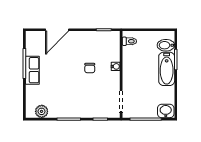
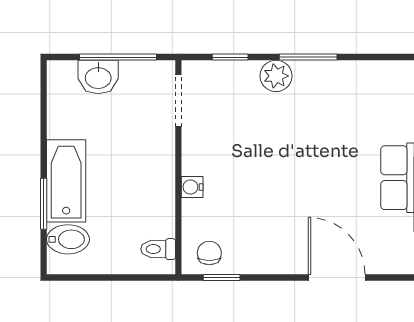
door: (57, 30) -> (337, 278), hinge flipped
chair: (90, 68) -> (209, 253), moved
plant: (42, 111) -> (276, 76), moved
washbasin: (166, 111) -> (98, 77), moved

